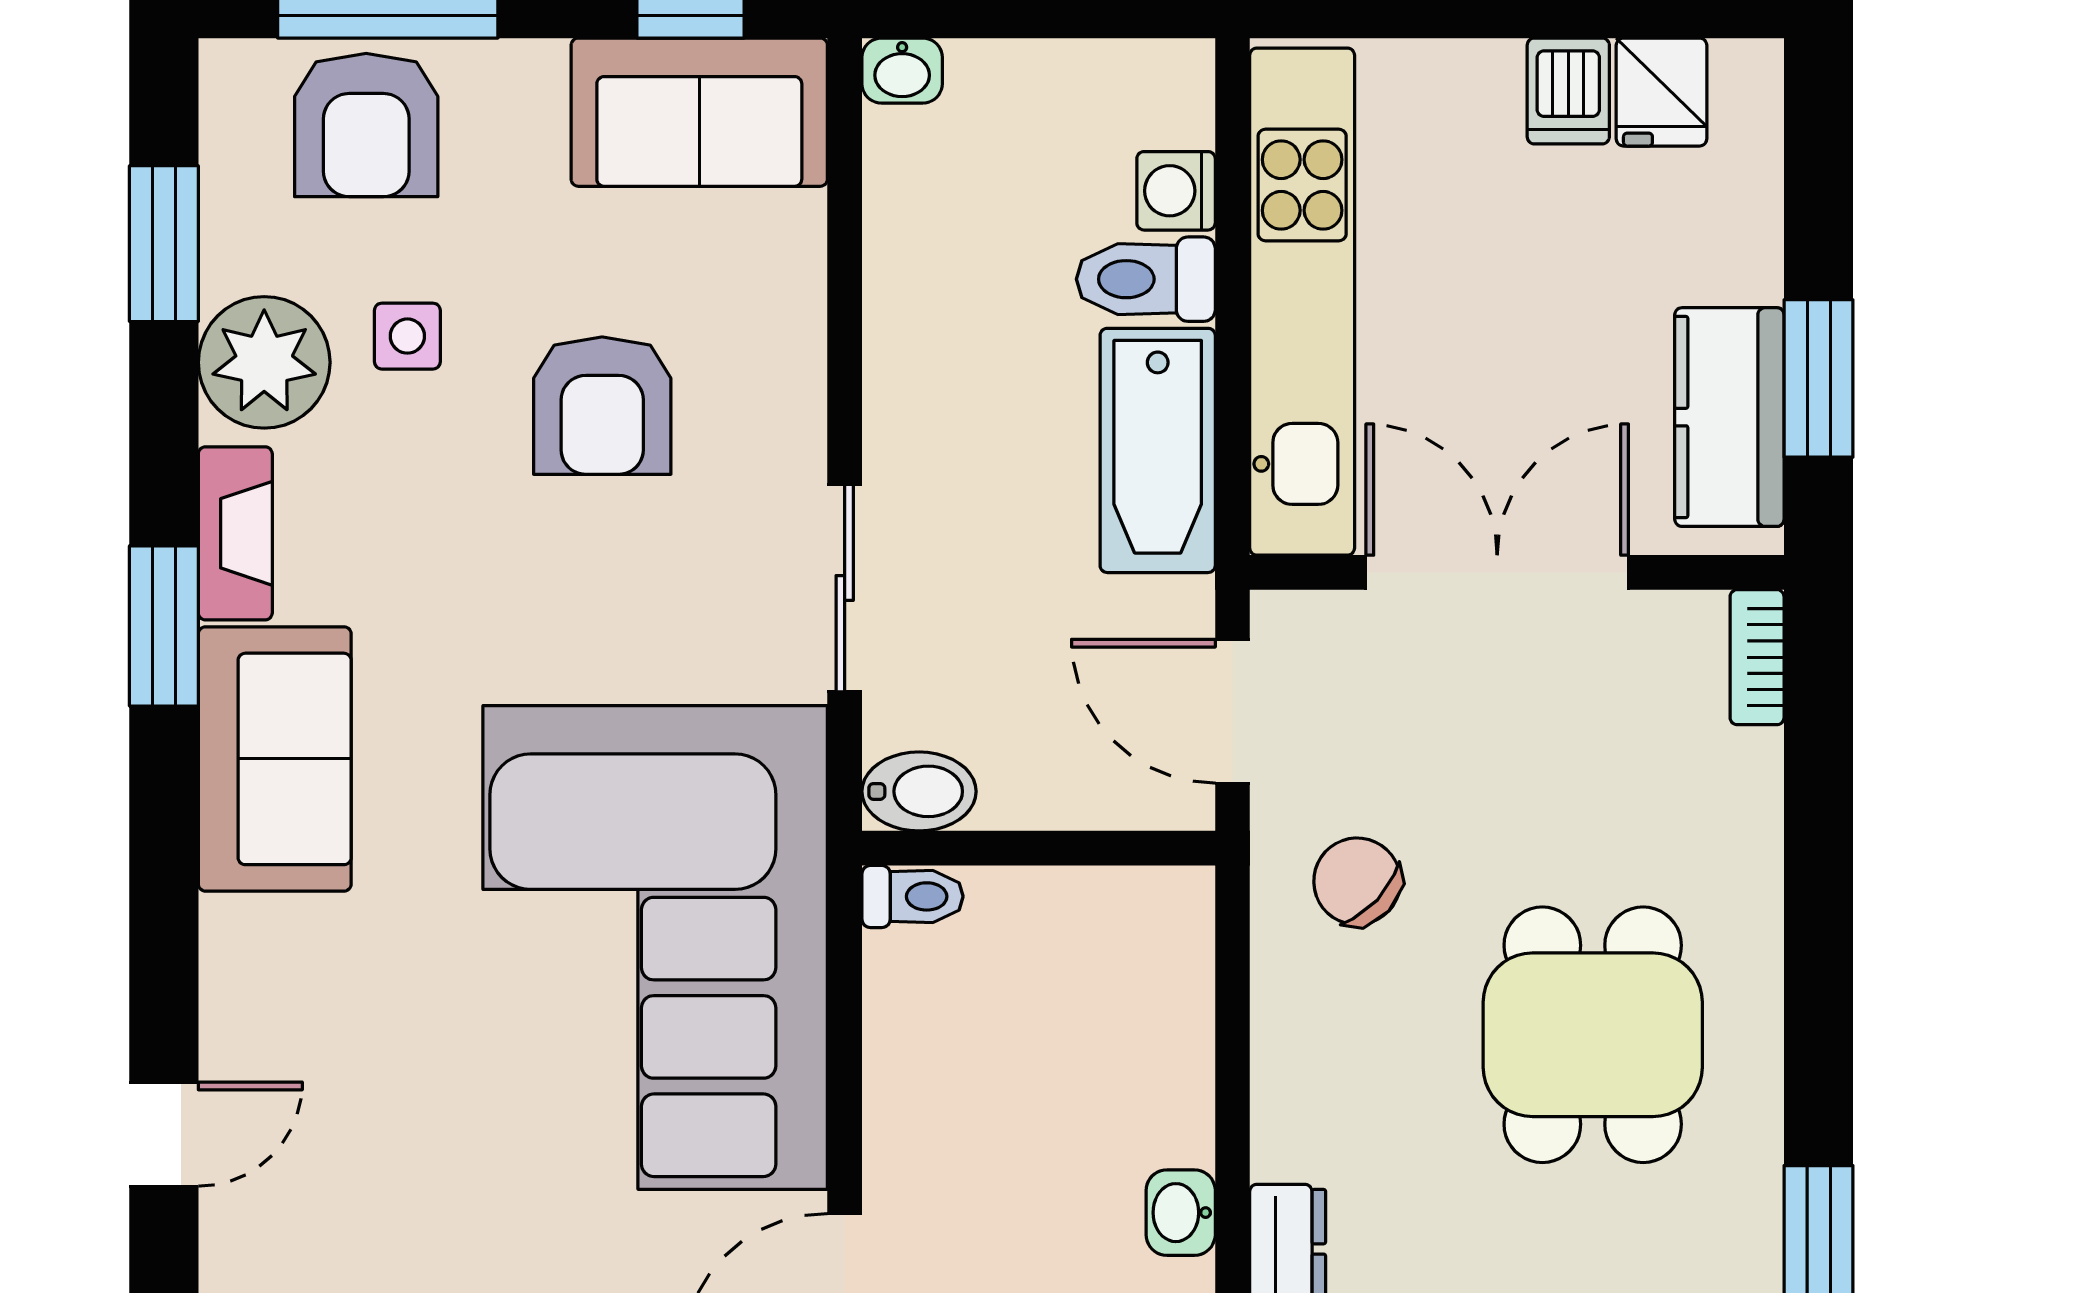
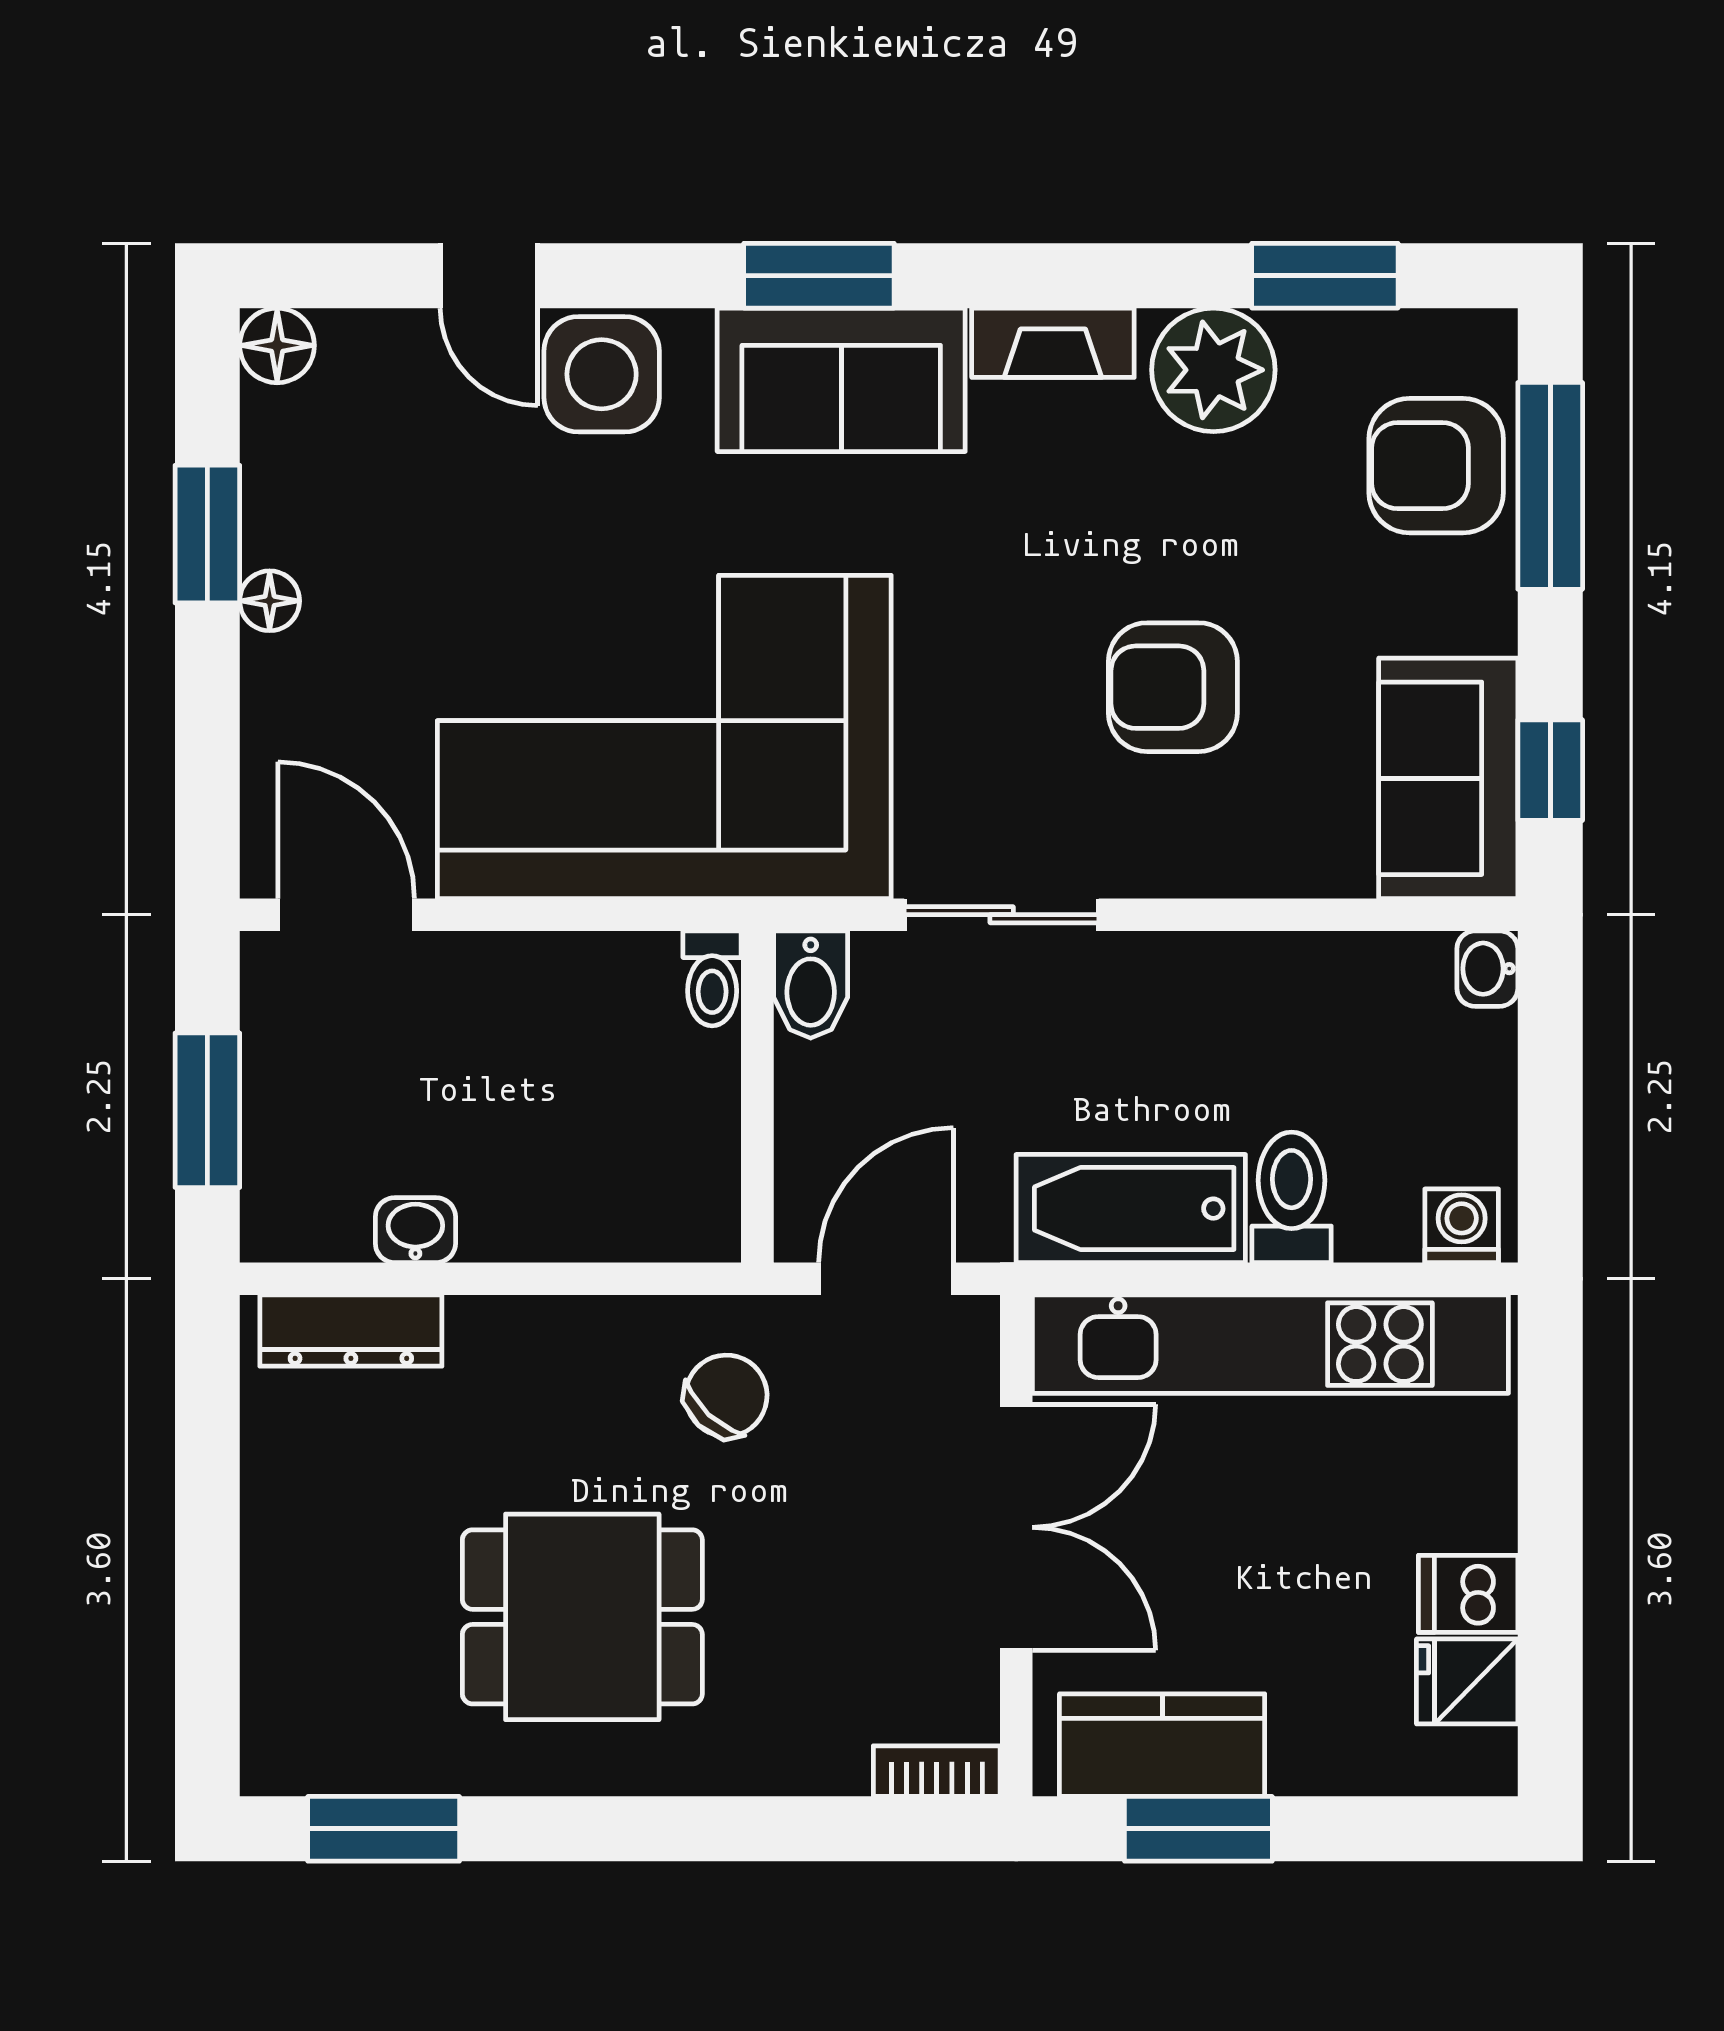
washing machine: (1176, 191) -> (1462, 1226), moved
side table: (407, 336) -> (602, 374), moved, width x1.87, depth x1.87
window: (164, 626) -> (819, 276), moved

